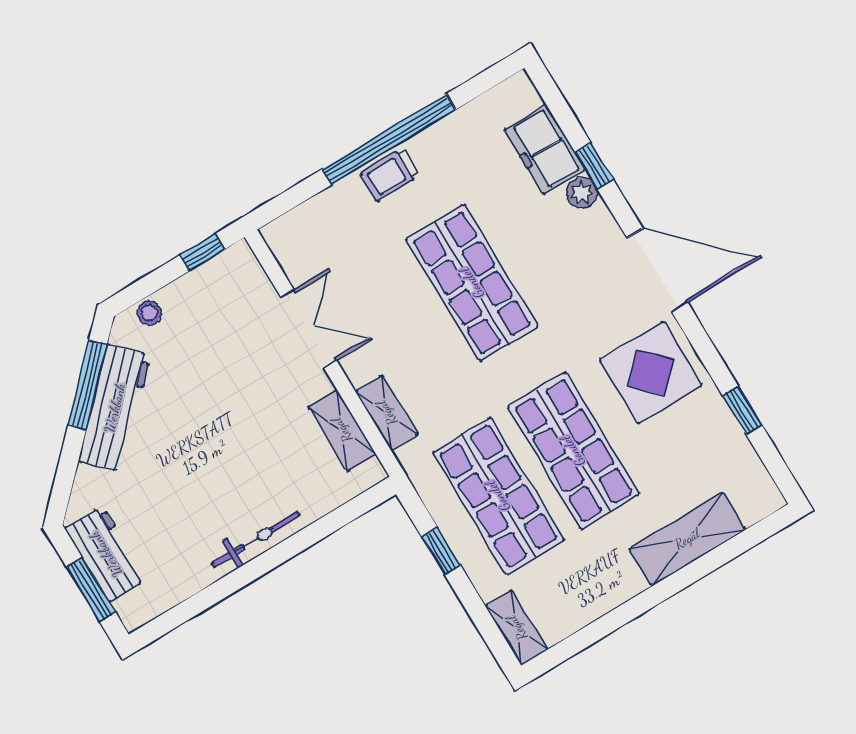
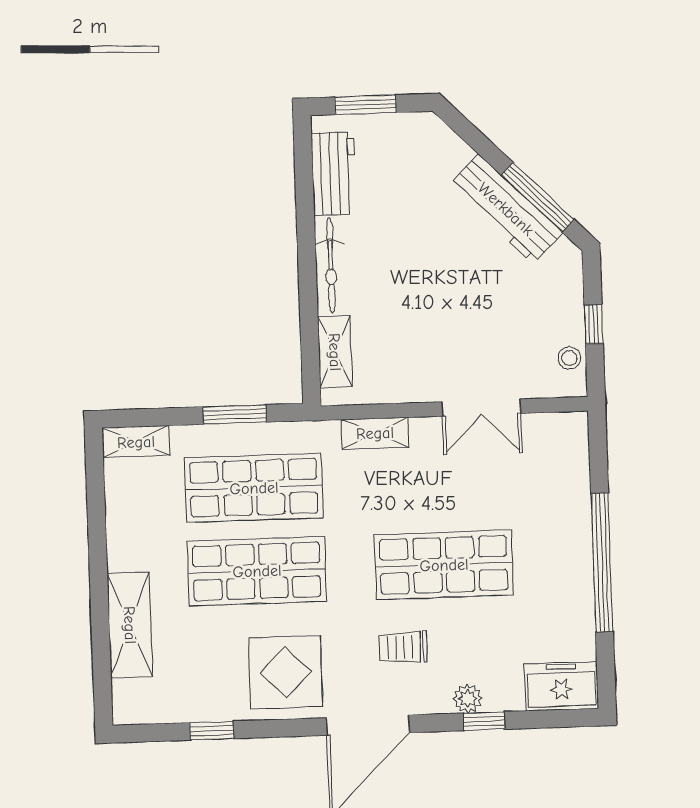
freezer: (545, 149) -> (561, 686), moved
trolley: (390, 175) -> (403, 647), moved, turned -90
window: (202, 252) -> (594, 324), moved
stool: (149, 313) -> (569, 358), moved
shelving: (342, 430) -> (335, 352), moved, turned 90
window: (441, 551) -> (235, 414), width x1.50
workbench: (106, 554) -> (334, 174), moved, turned -90

